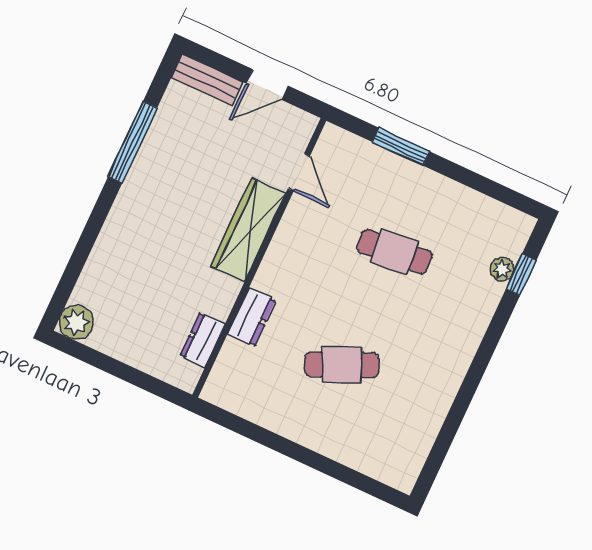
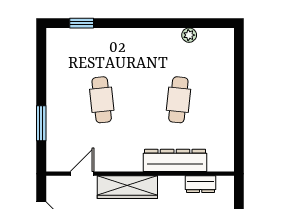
plant: (502, 269) -> (189, 35), moved
dresser: (252, 317) -> (175, 160), width x1.96, depth x1.24
cafe table: (342, 365) -> (178, 100), turned 30

